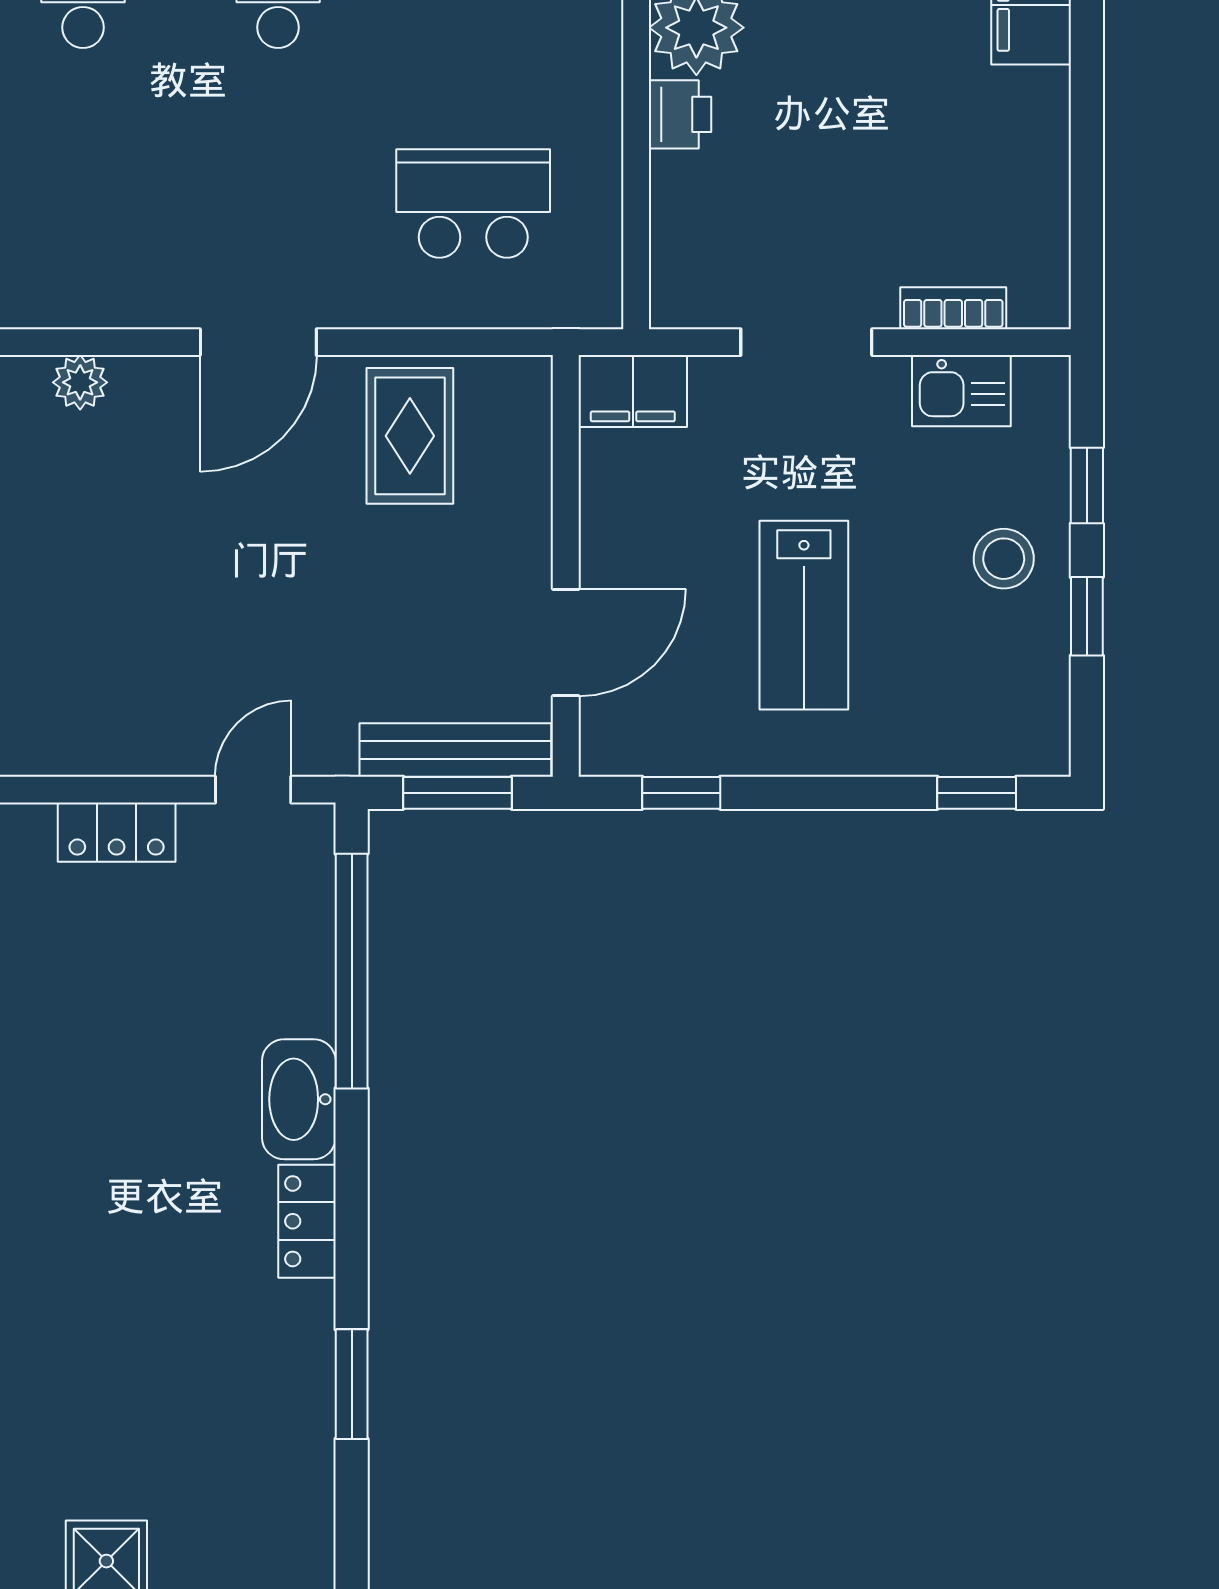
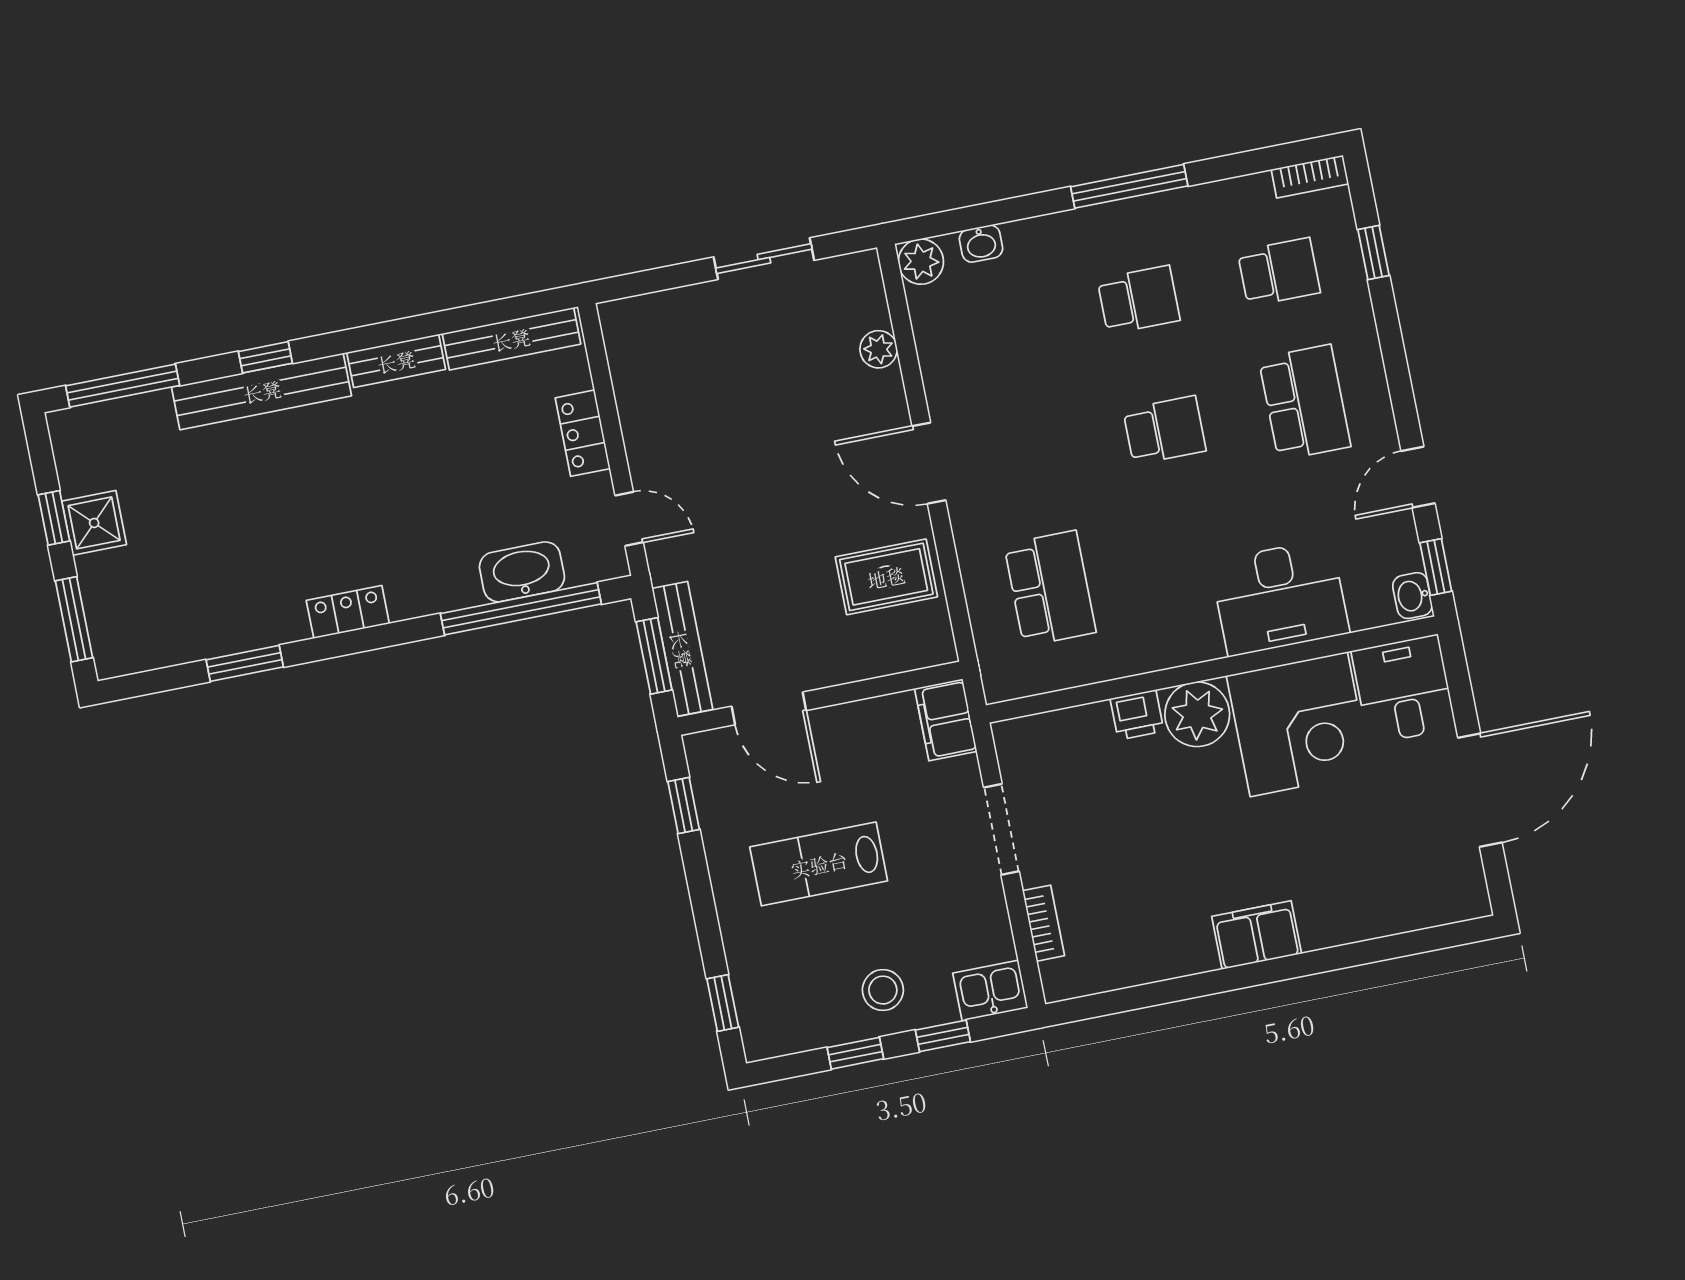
kitchen sink: (961, 391) -> (990, 991), moved, turned 90
washbasin: (299, 1099) -> (522, 572), moved

